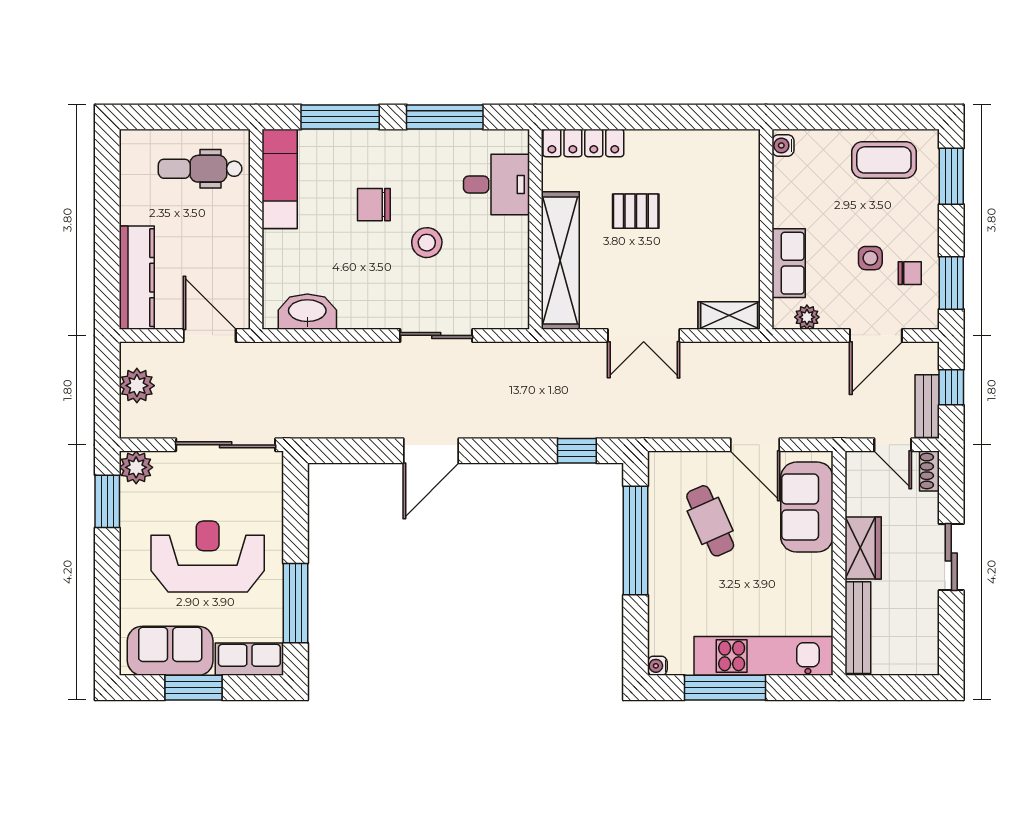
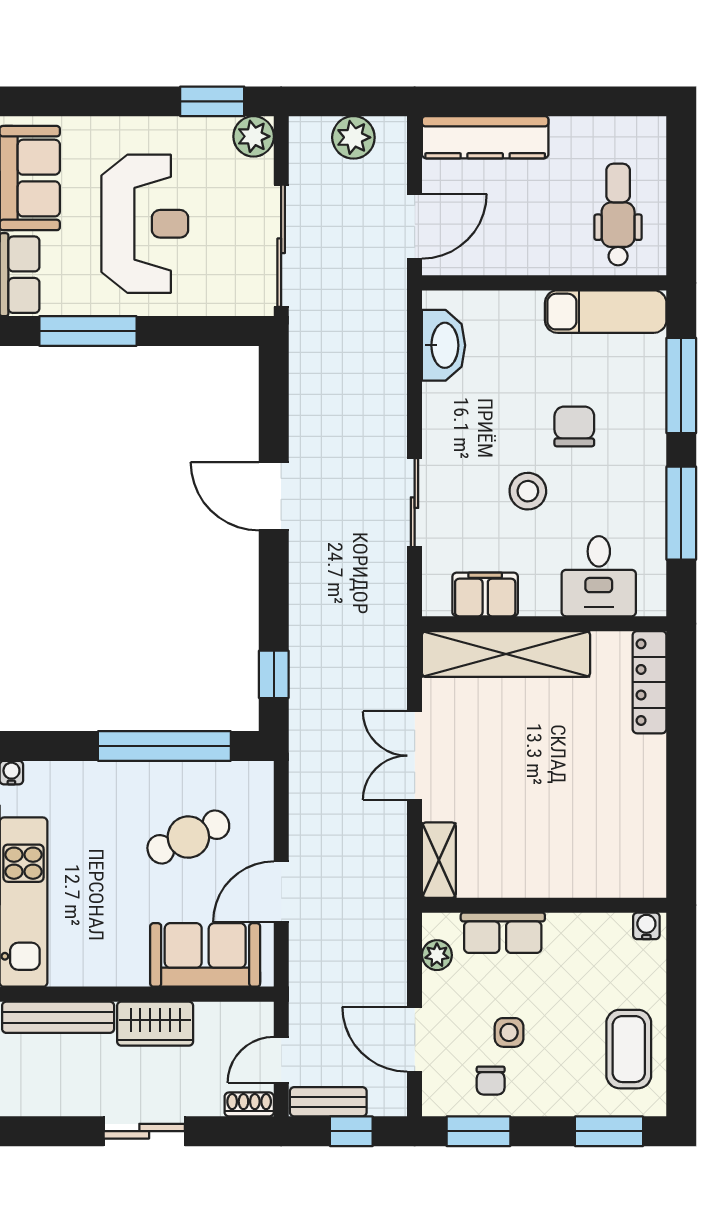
pallet: (636, 211) -> (566, 746), removed
filing cabinet: (511, 278) -> (485, 594), added

